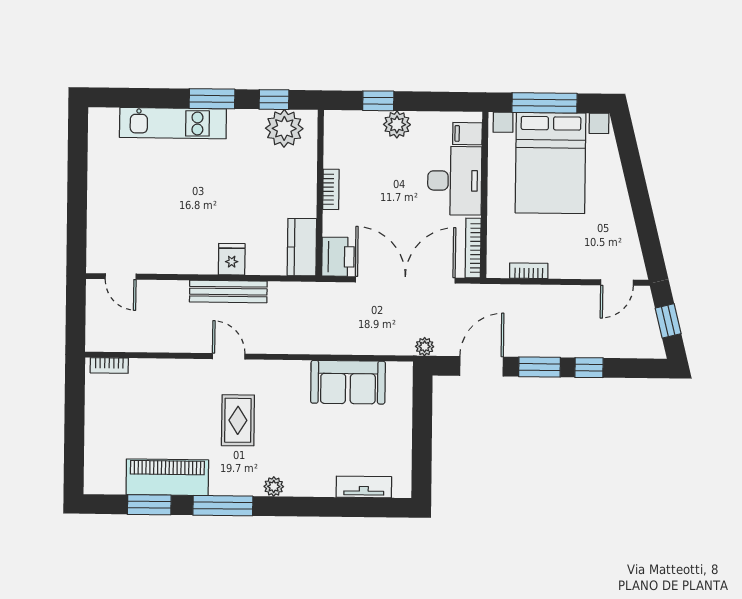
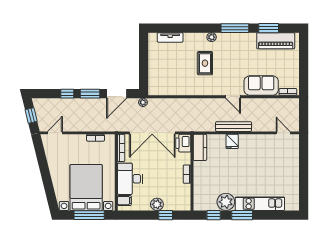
plant: (284, 128) -> (226, 202), moved
sofa: (348, 382) -> (261, 86), moved
rug: (238, 420) -> (205, 63), moved
piano: (167, 477) -> (276, 41), moved

